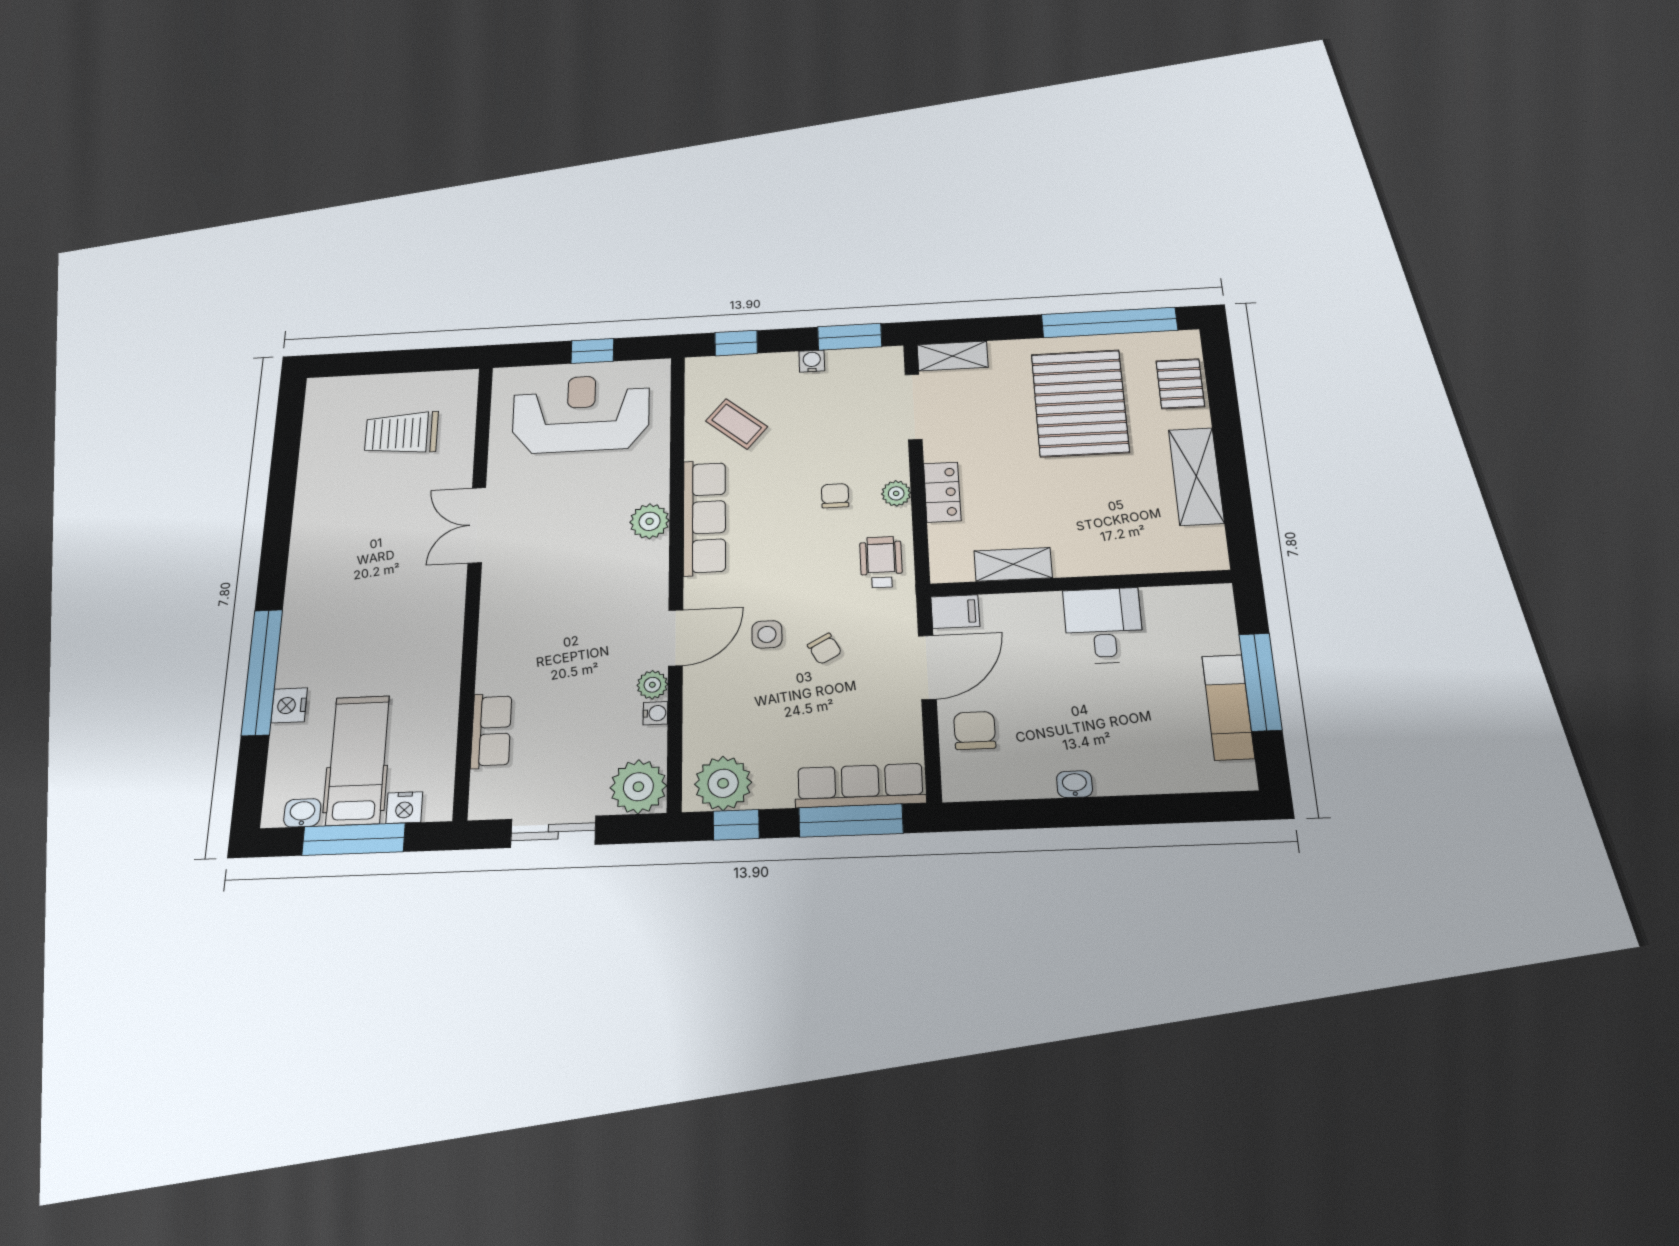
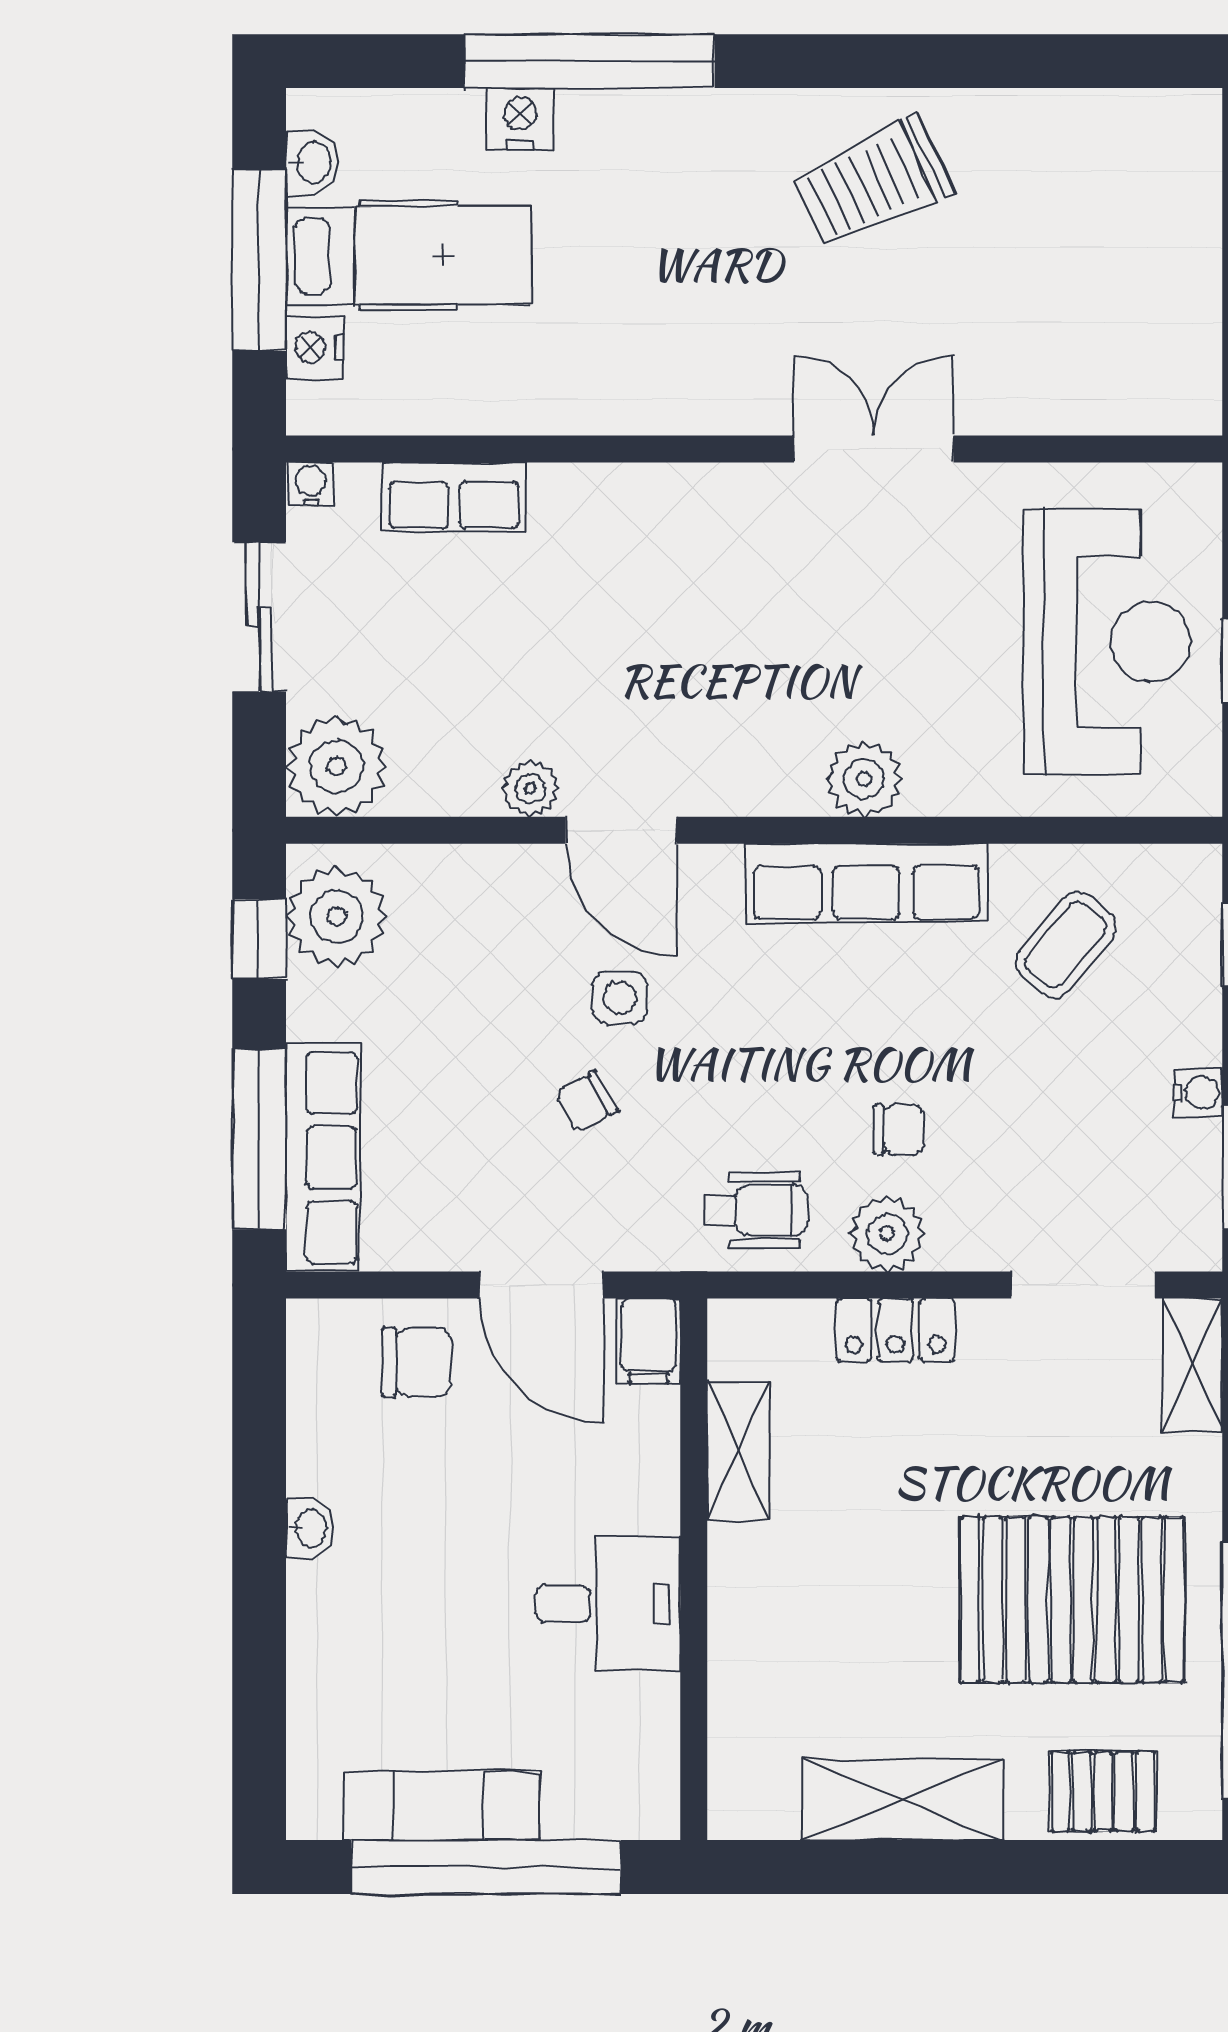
trolley: (401, 433) -> (872, 182), moved, turned -115
plant: (896, 493) -> (887, 1234), width x1.38, depth x1.38
window: (1260, 682) -> (486, 1867), width x1.46
water cooler: (655, 713) -> (311, 484), moved, turned 180

